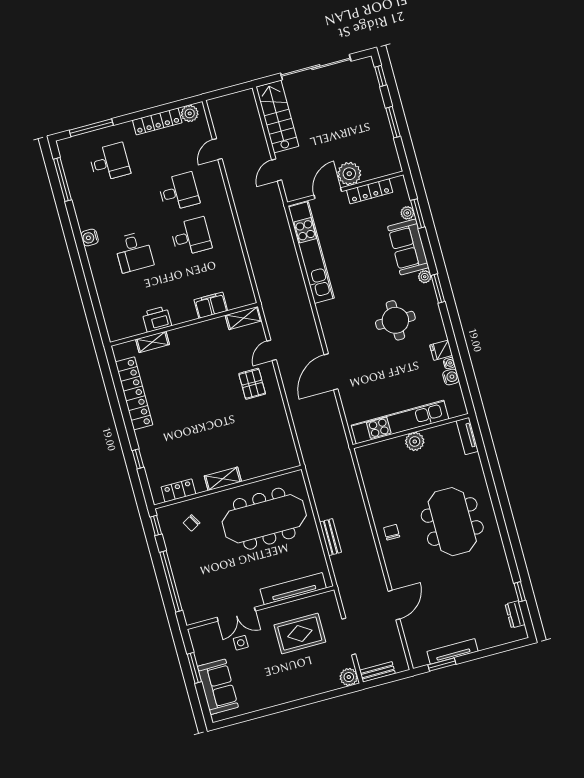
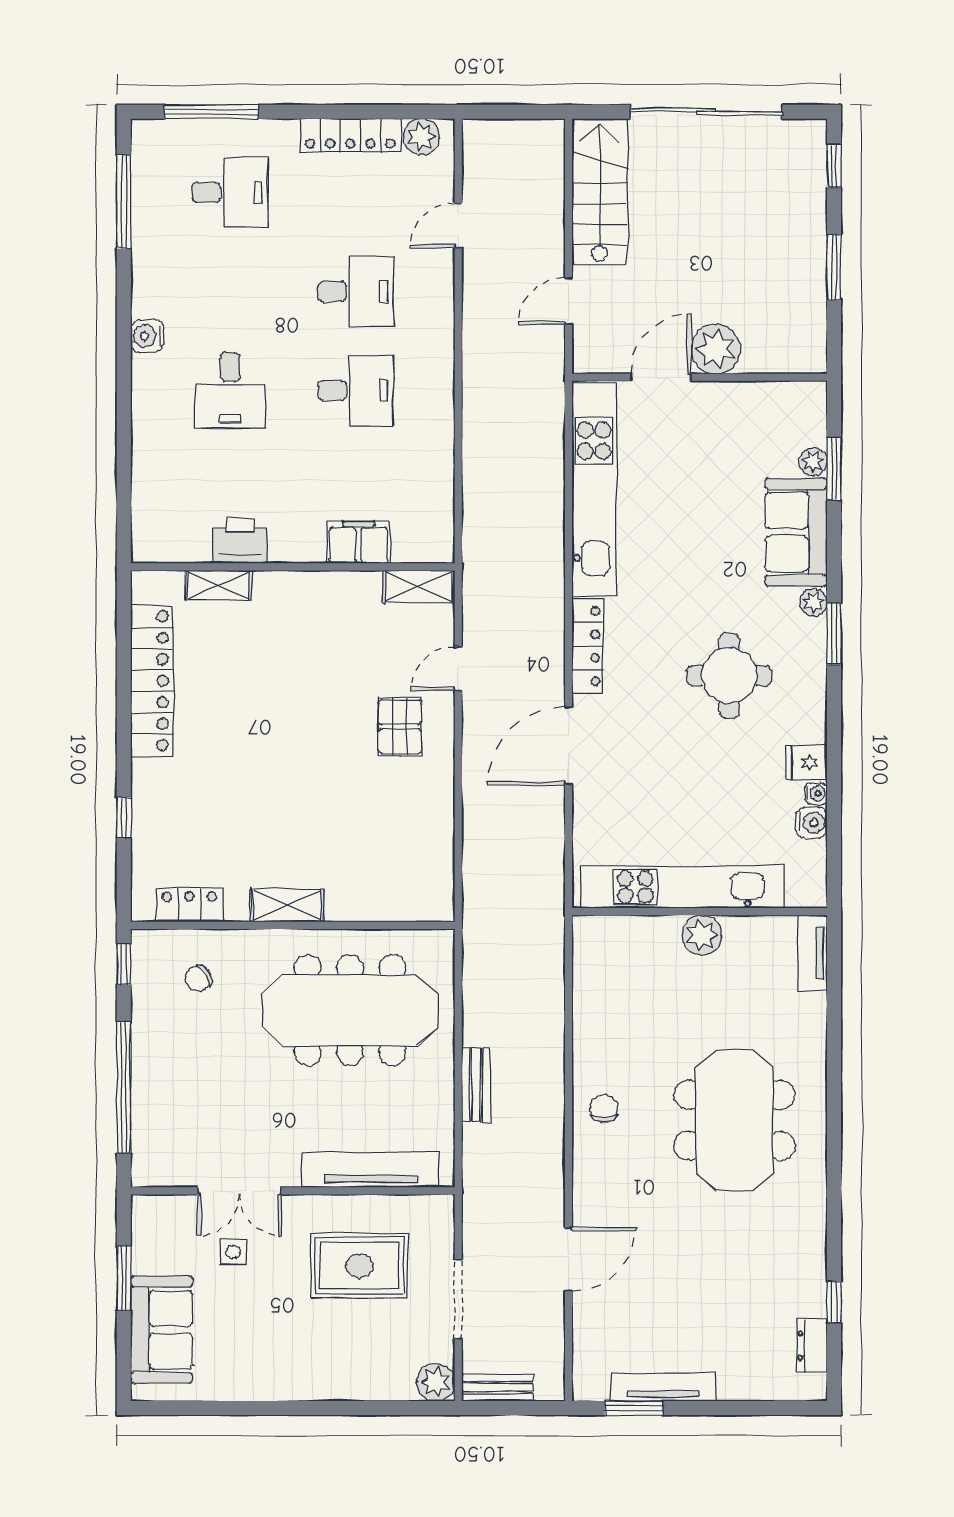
locker: (370, 191) -> (588, 646), moved, turned -90

